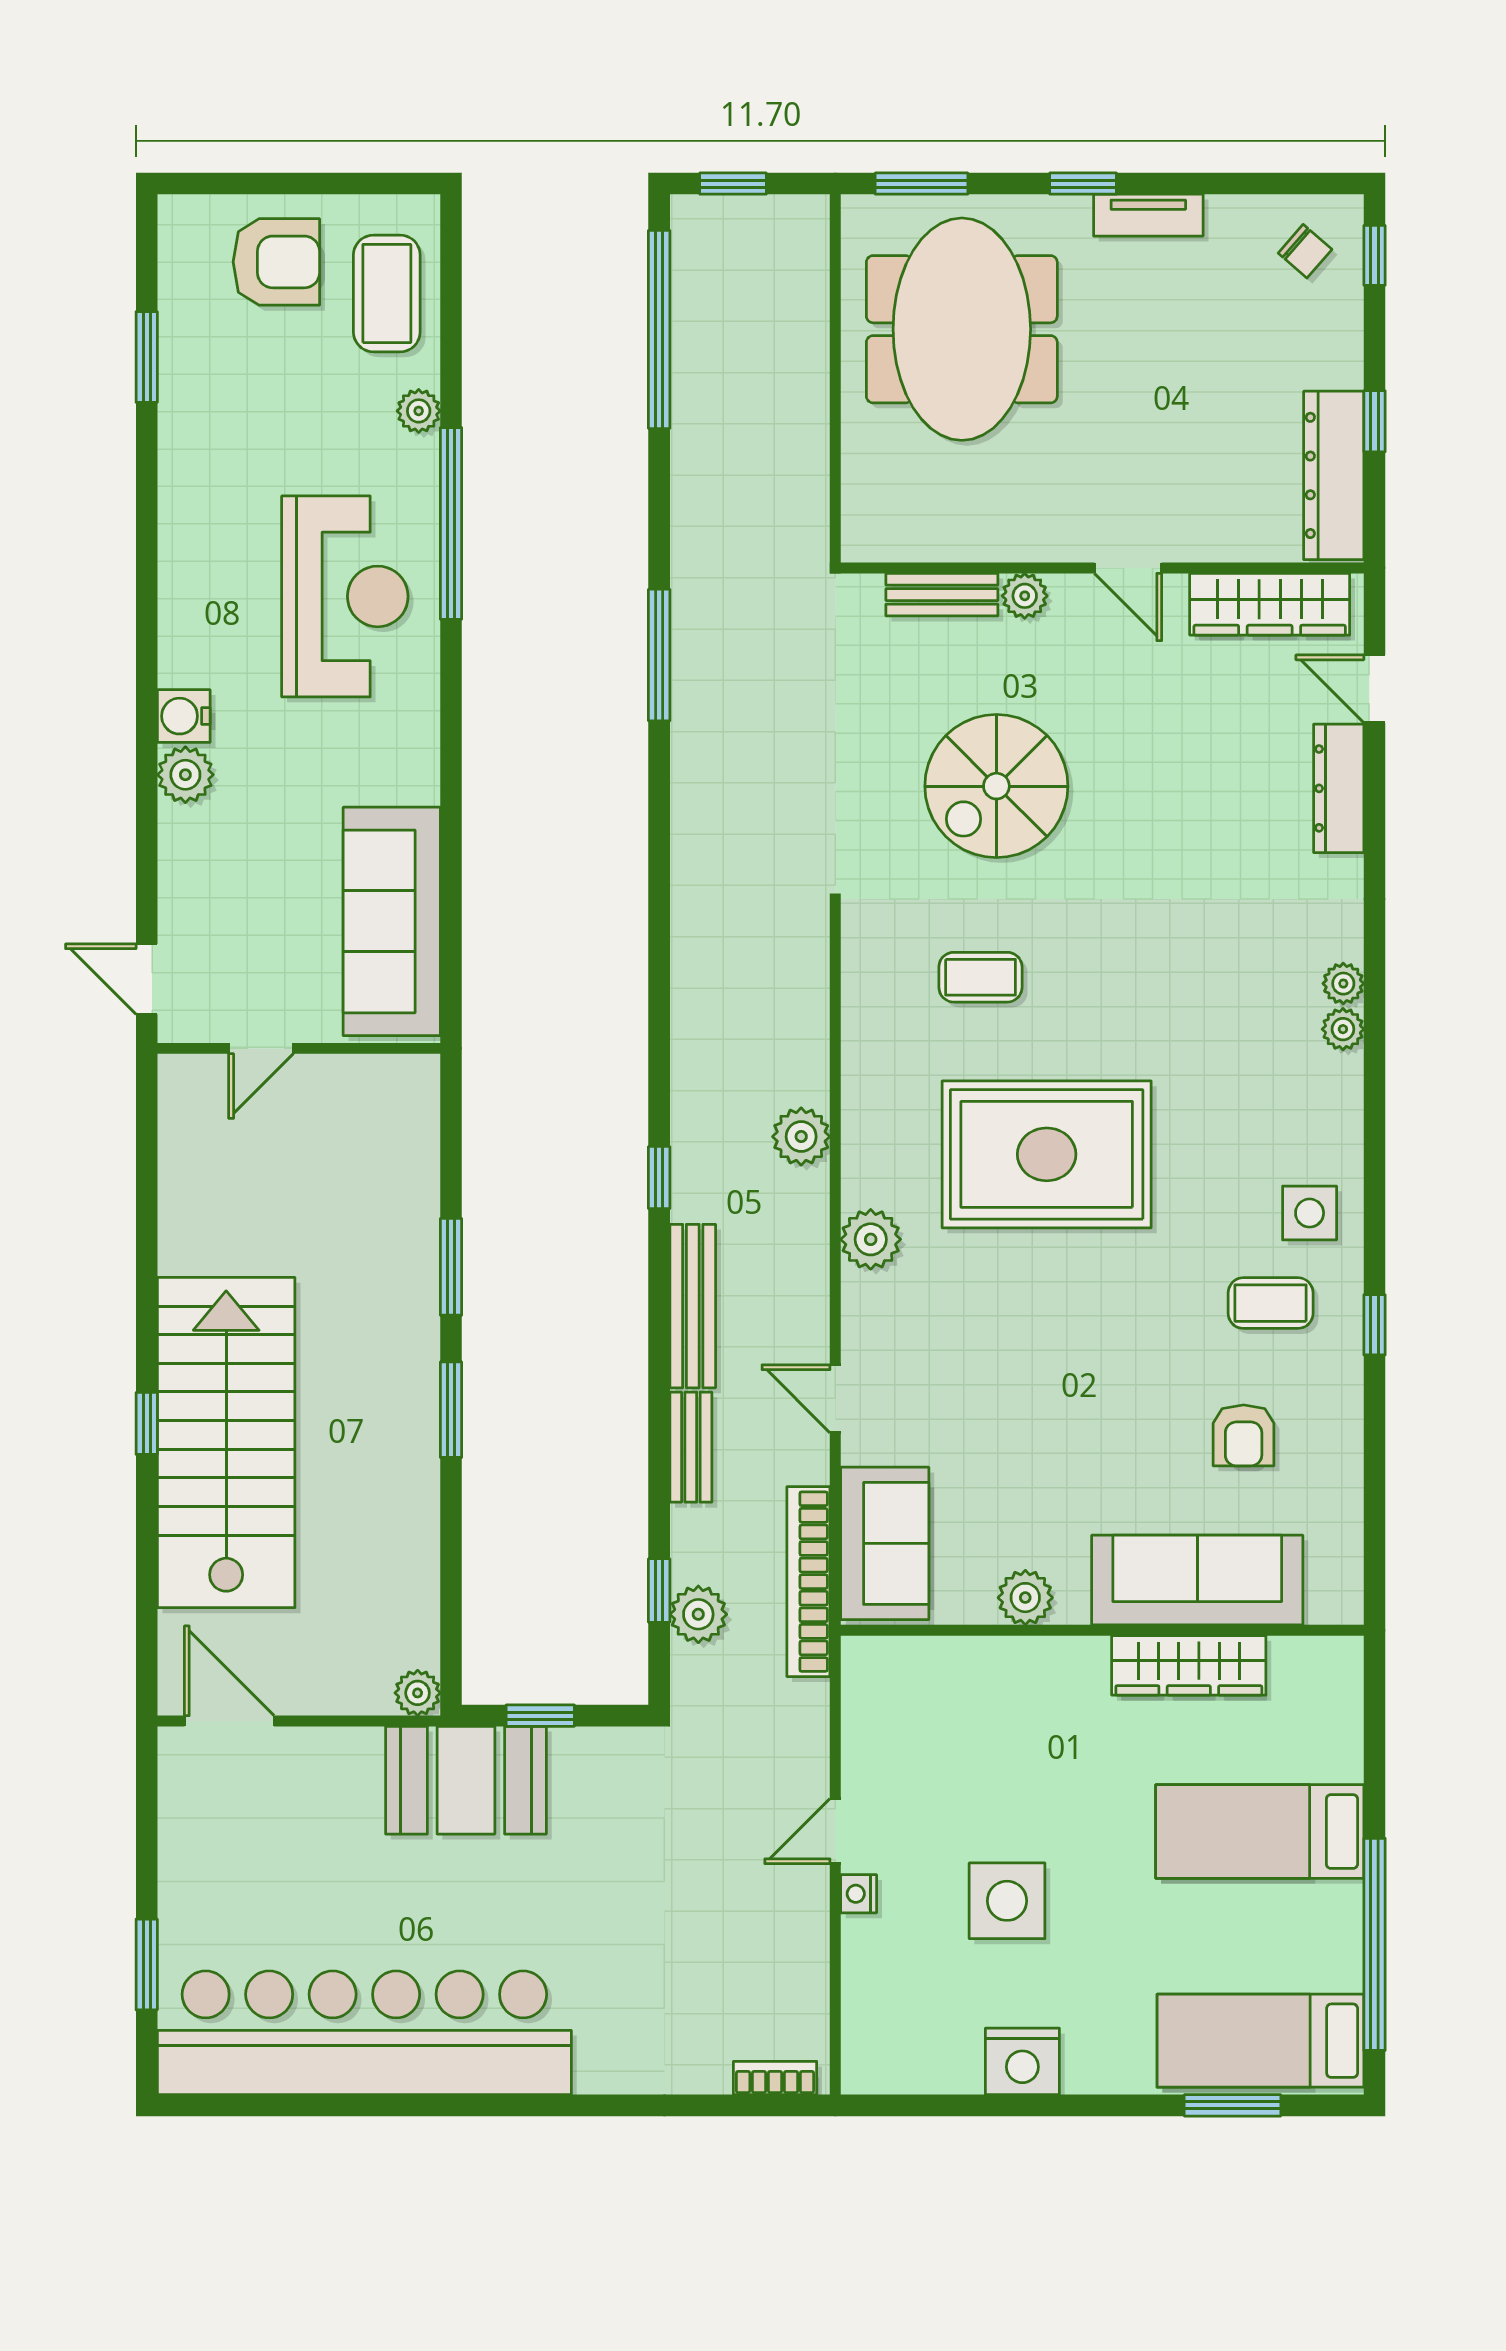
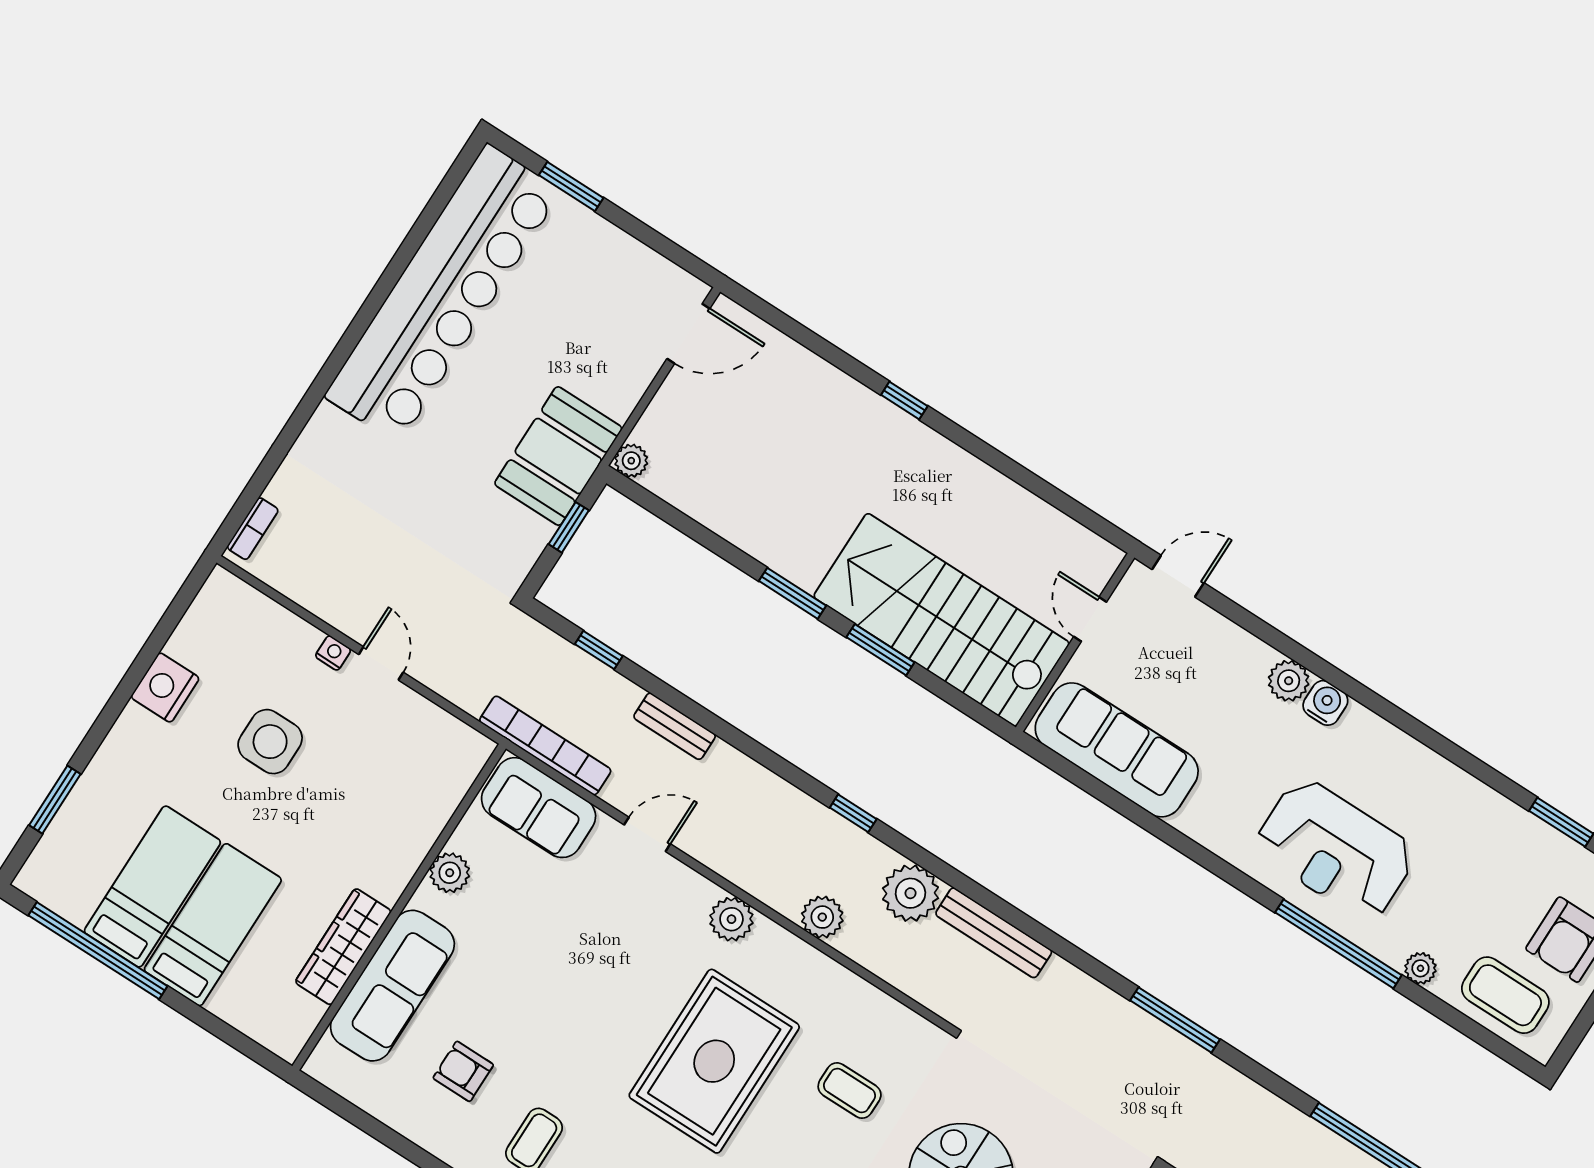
coffee table: (980, 977) -> (850, 1091), turned 90
bench: (693, 1306) -> (994, 933), moved
stairs: (226, 1443) -> (941, 620), moved, turned 180
plant: (698, 1614) -> (911, 893), moved, width x1.36, depth x1.36
bed: (1260, 2041) -> (152, 886), moved

